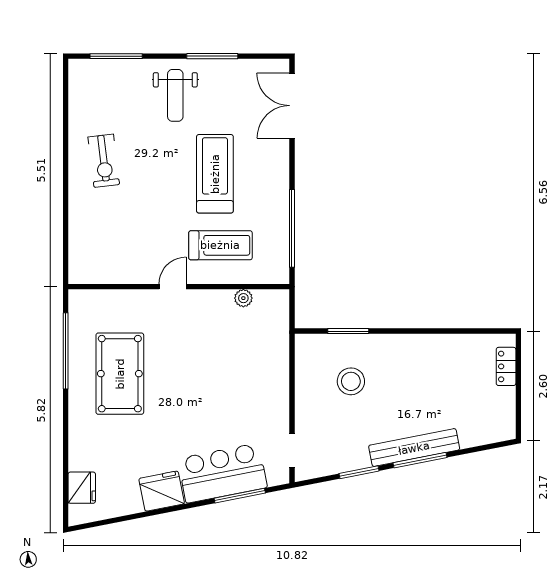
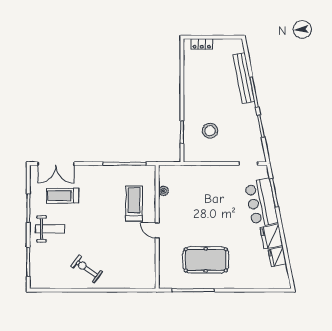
exercise bike: (104, 161) -> (87, 269), turned -137
treadmill: (215, 174) -> (62, 196), moved, width x0.73, depth x0.73
bench: (414, 448) -> (244, 78), moved
fridge: (82, 488) -> (277, 257), moved, turned -101

